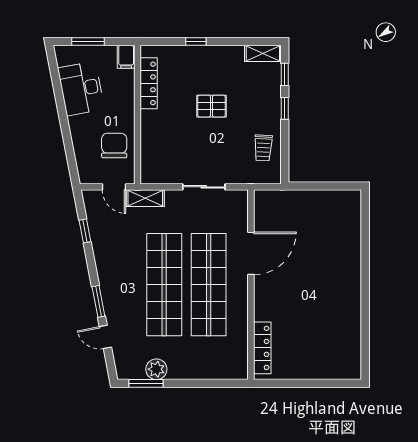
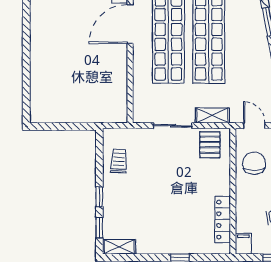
pallet: (211, 106) -> (210, 145), moved, turned 90
chair: (114, 145) -> (254, 163), turned 180
shelving: (145, 198) -> (212, 115), moved
door: (251, 253) -> (130, 24), moved

